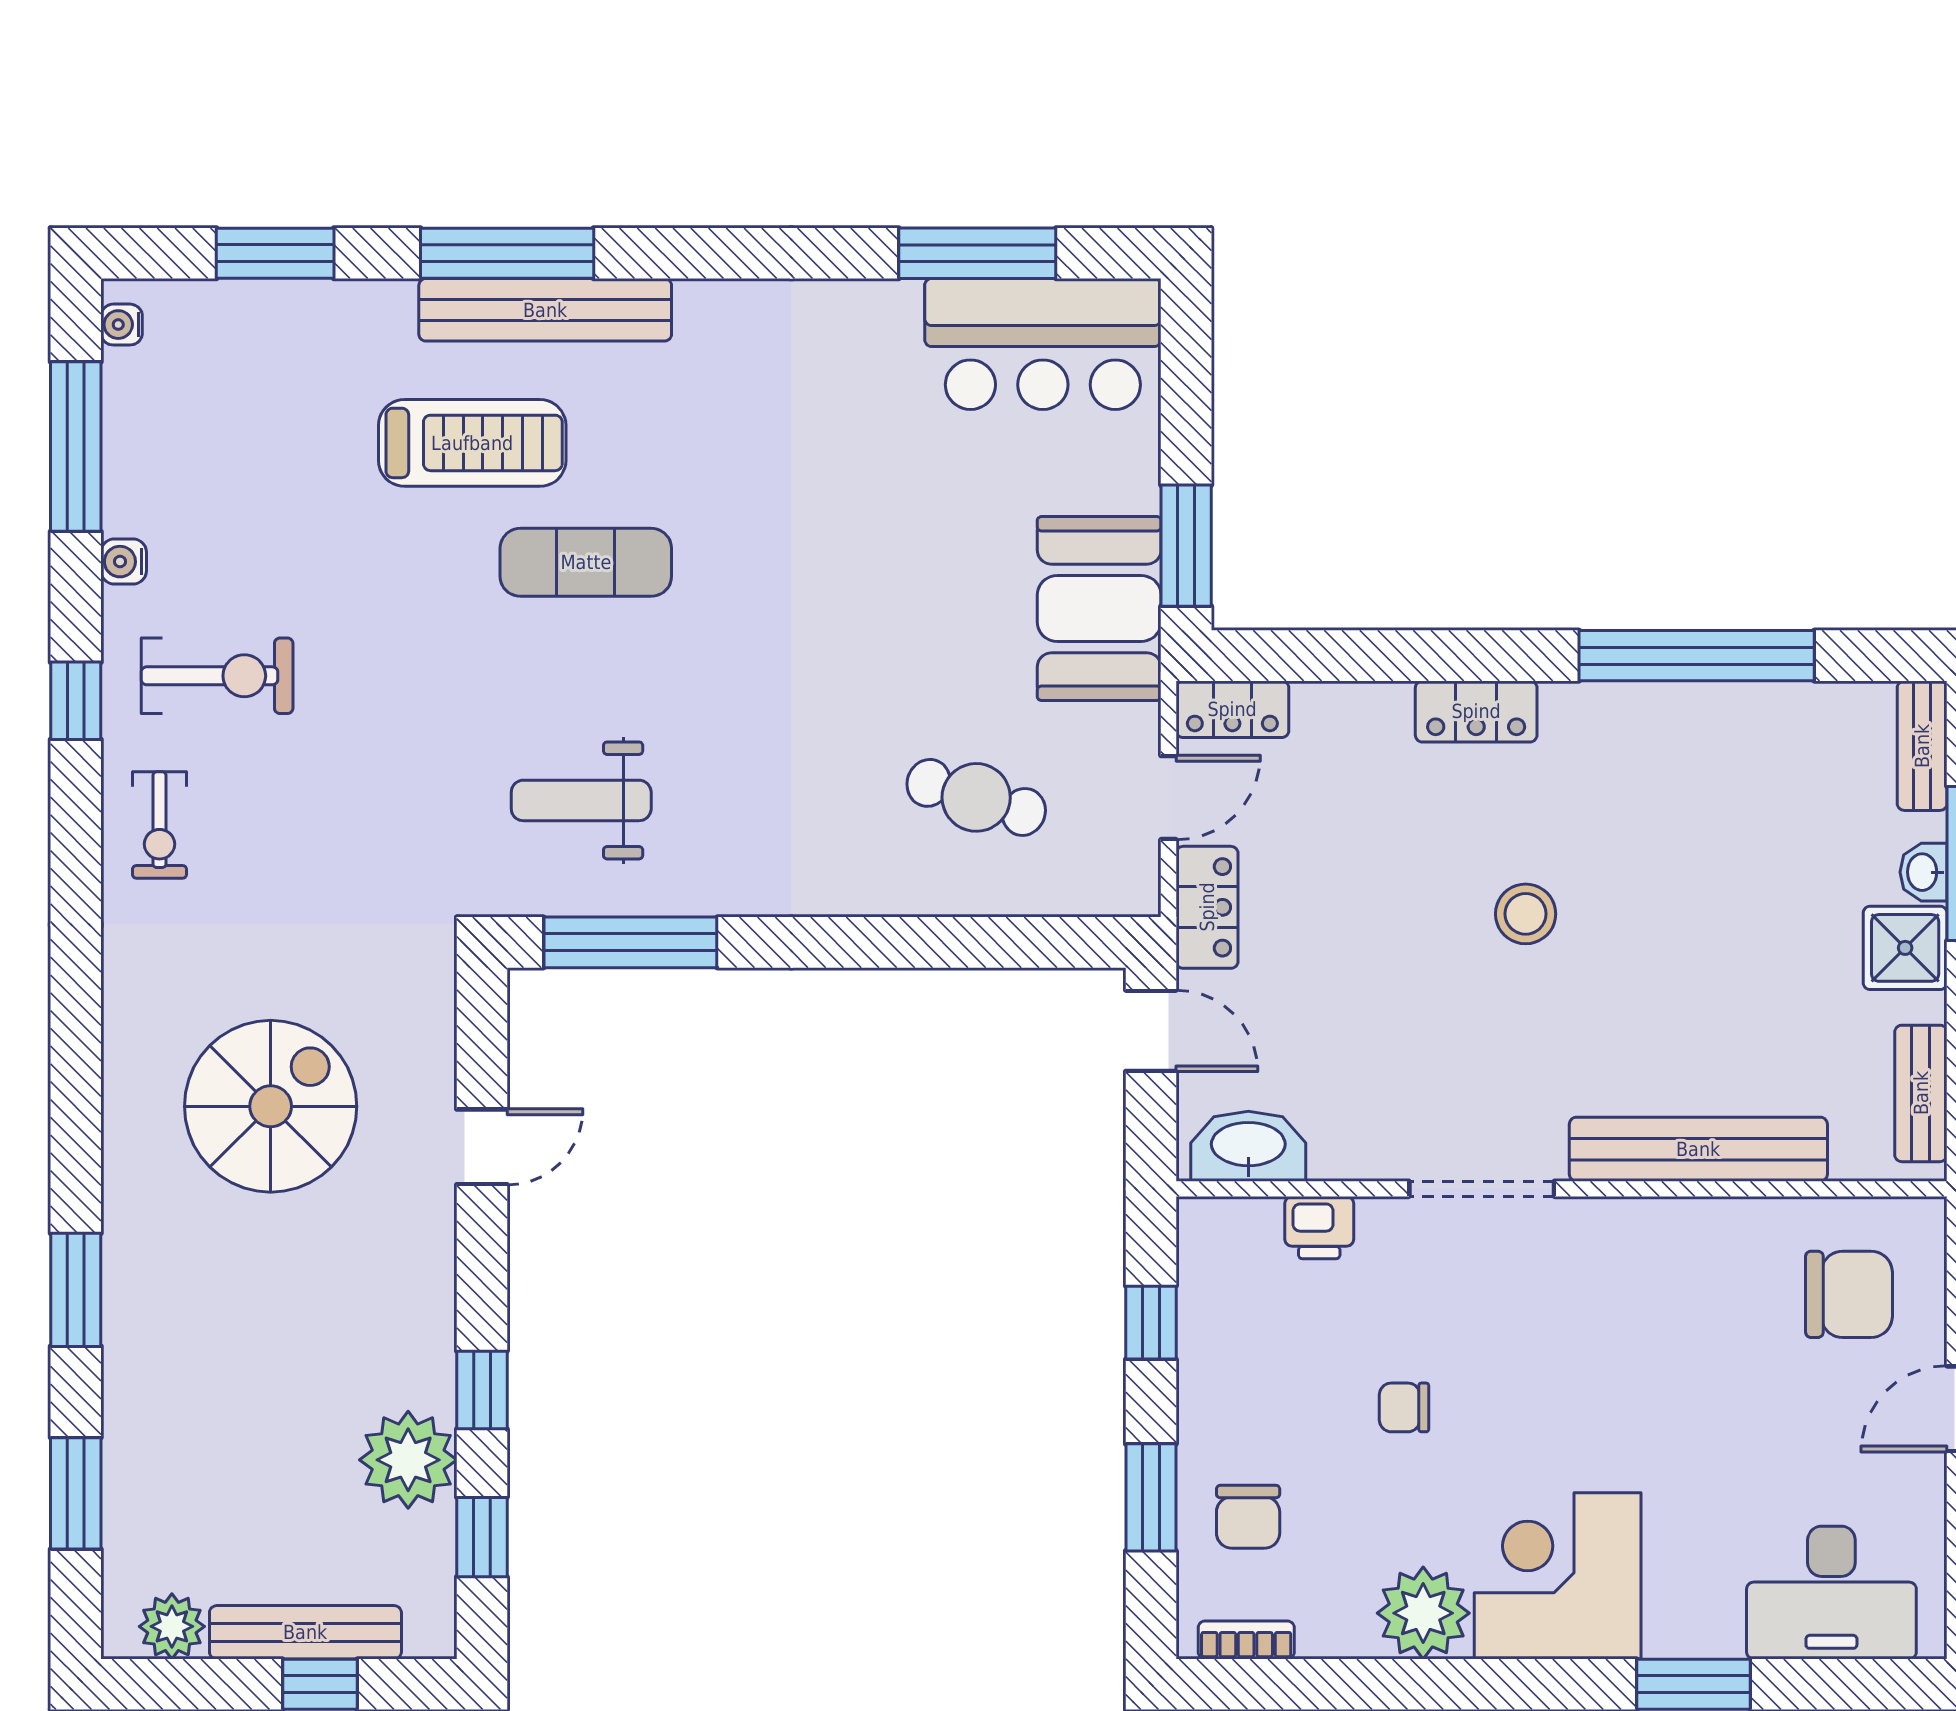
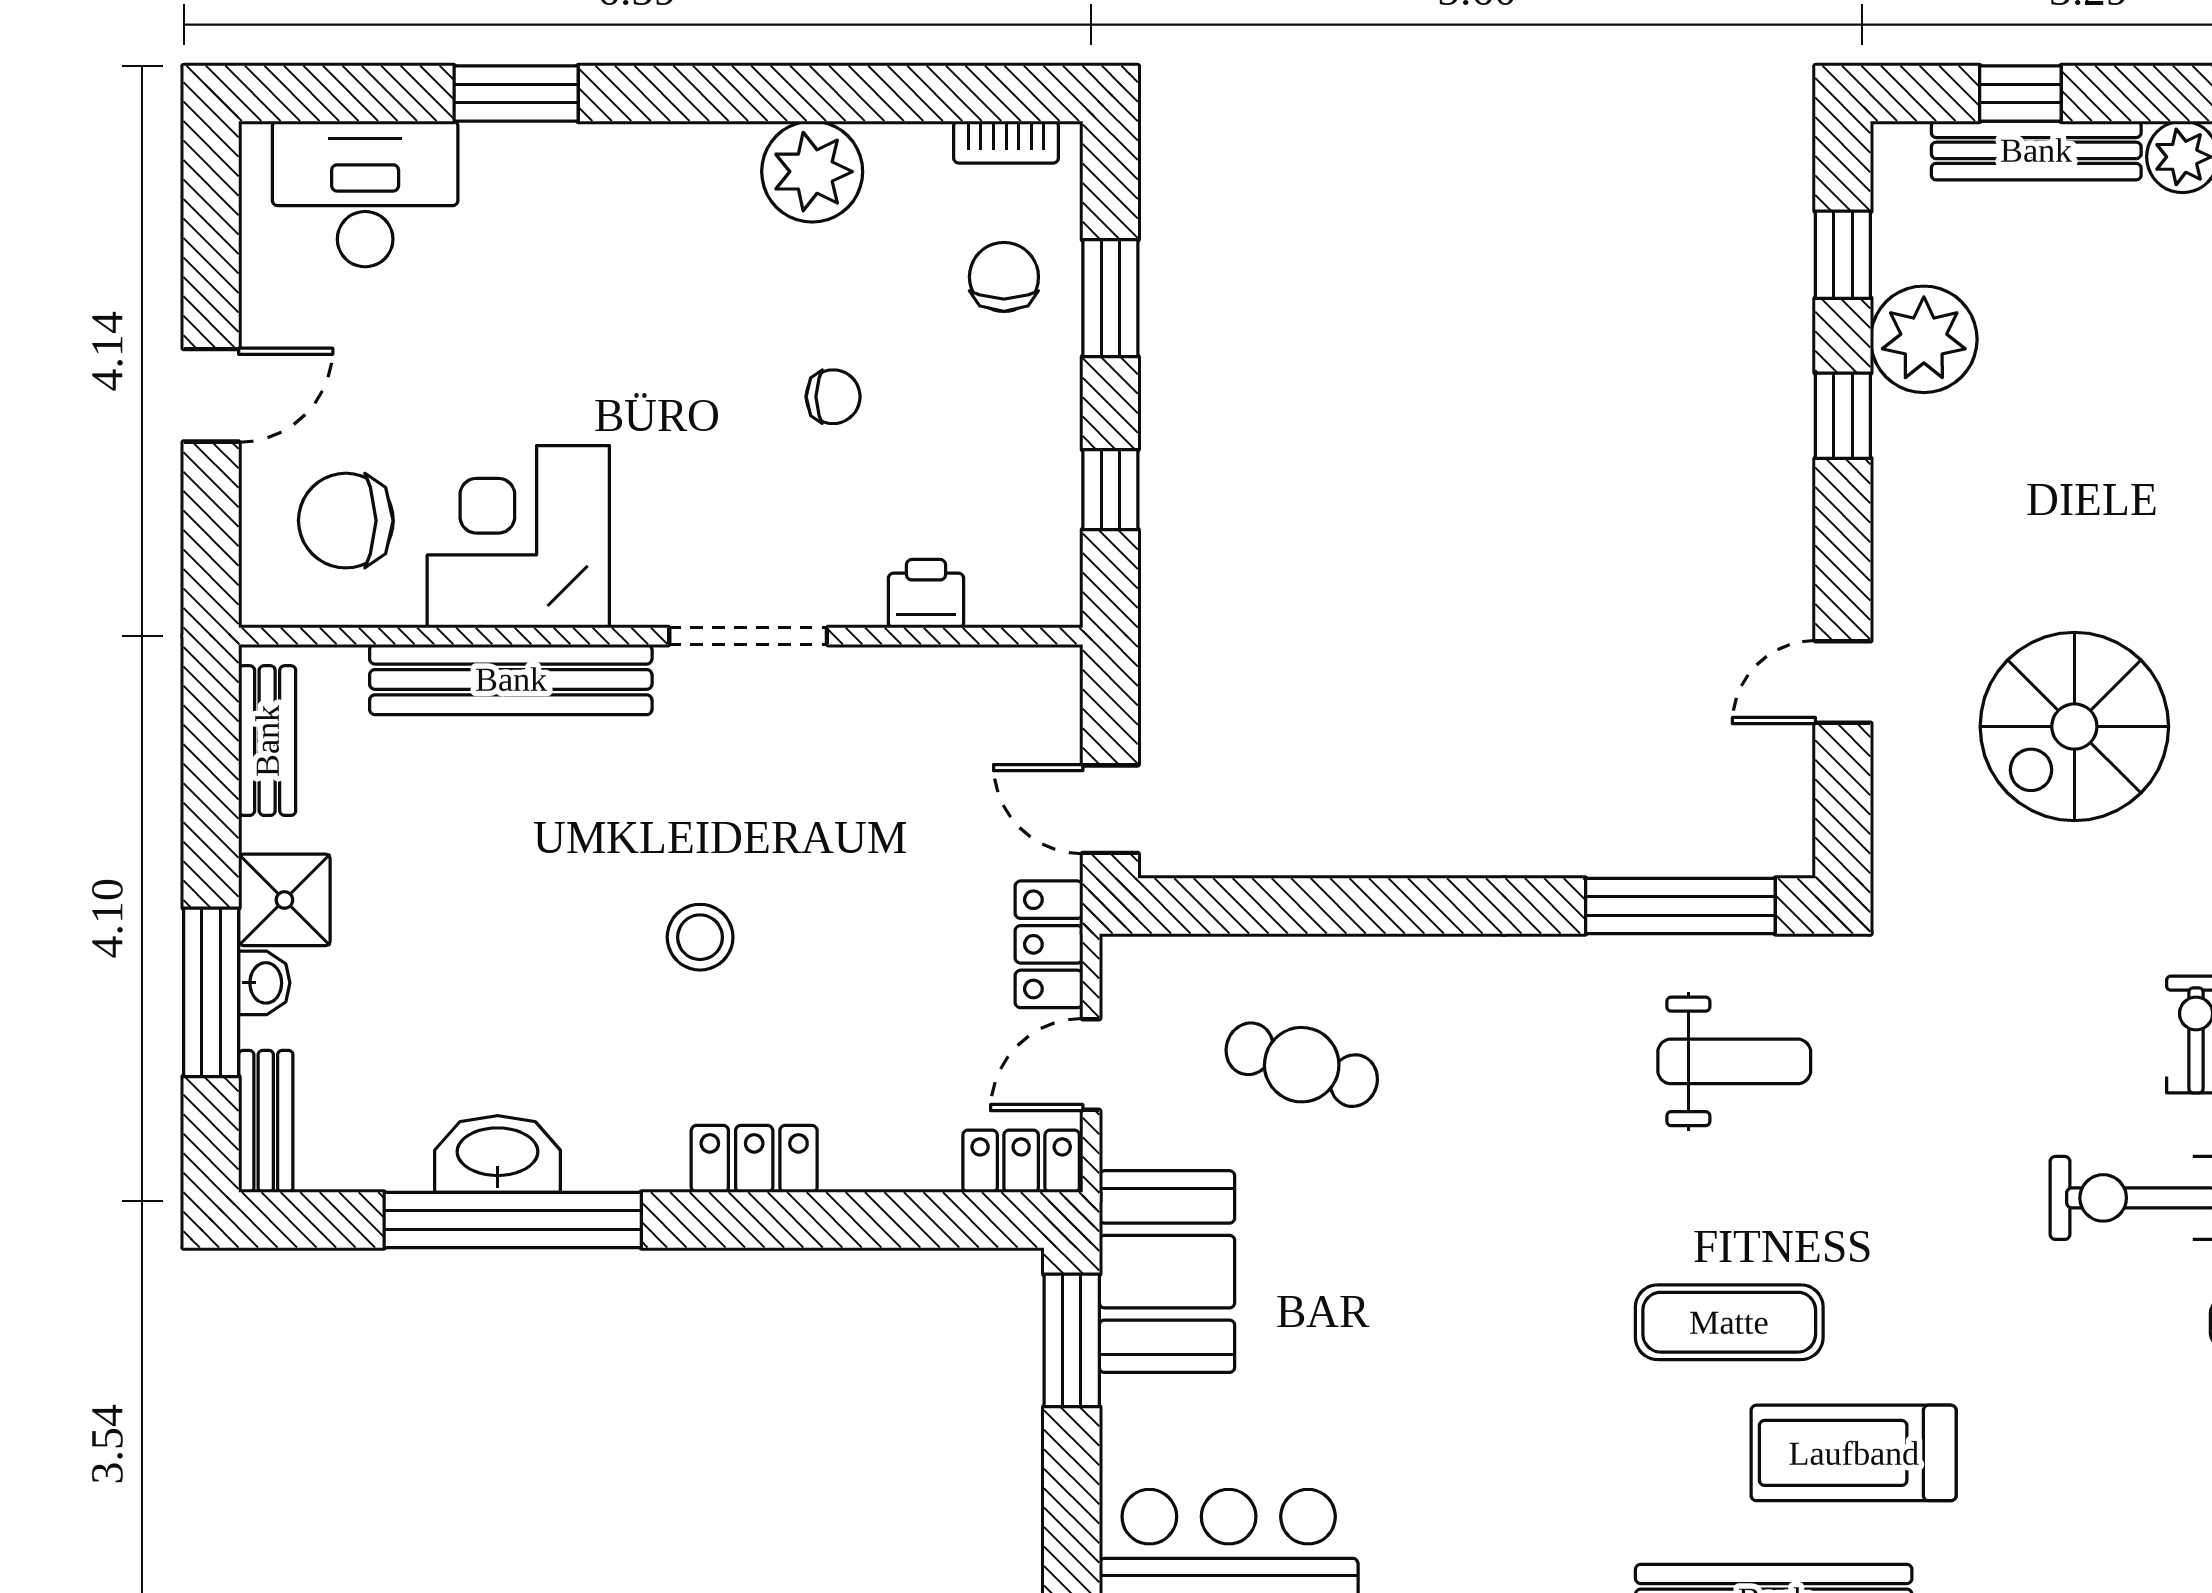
washbasin: (1248, 1146) -> (498, 1154), moved, turned 180
corner desk: (1558, 1576) -> (518, 537), moved, turned 180

